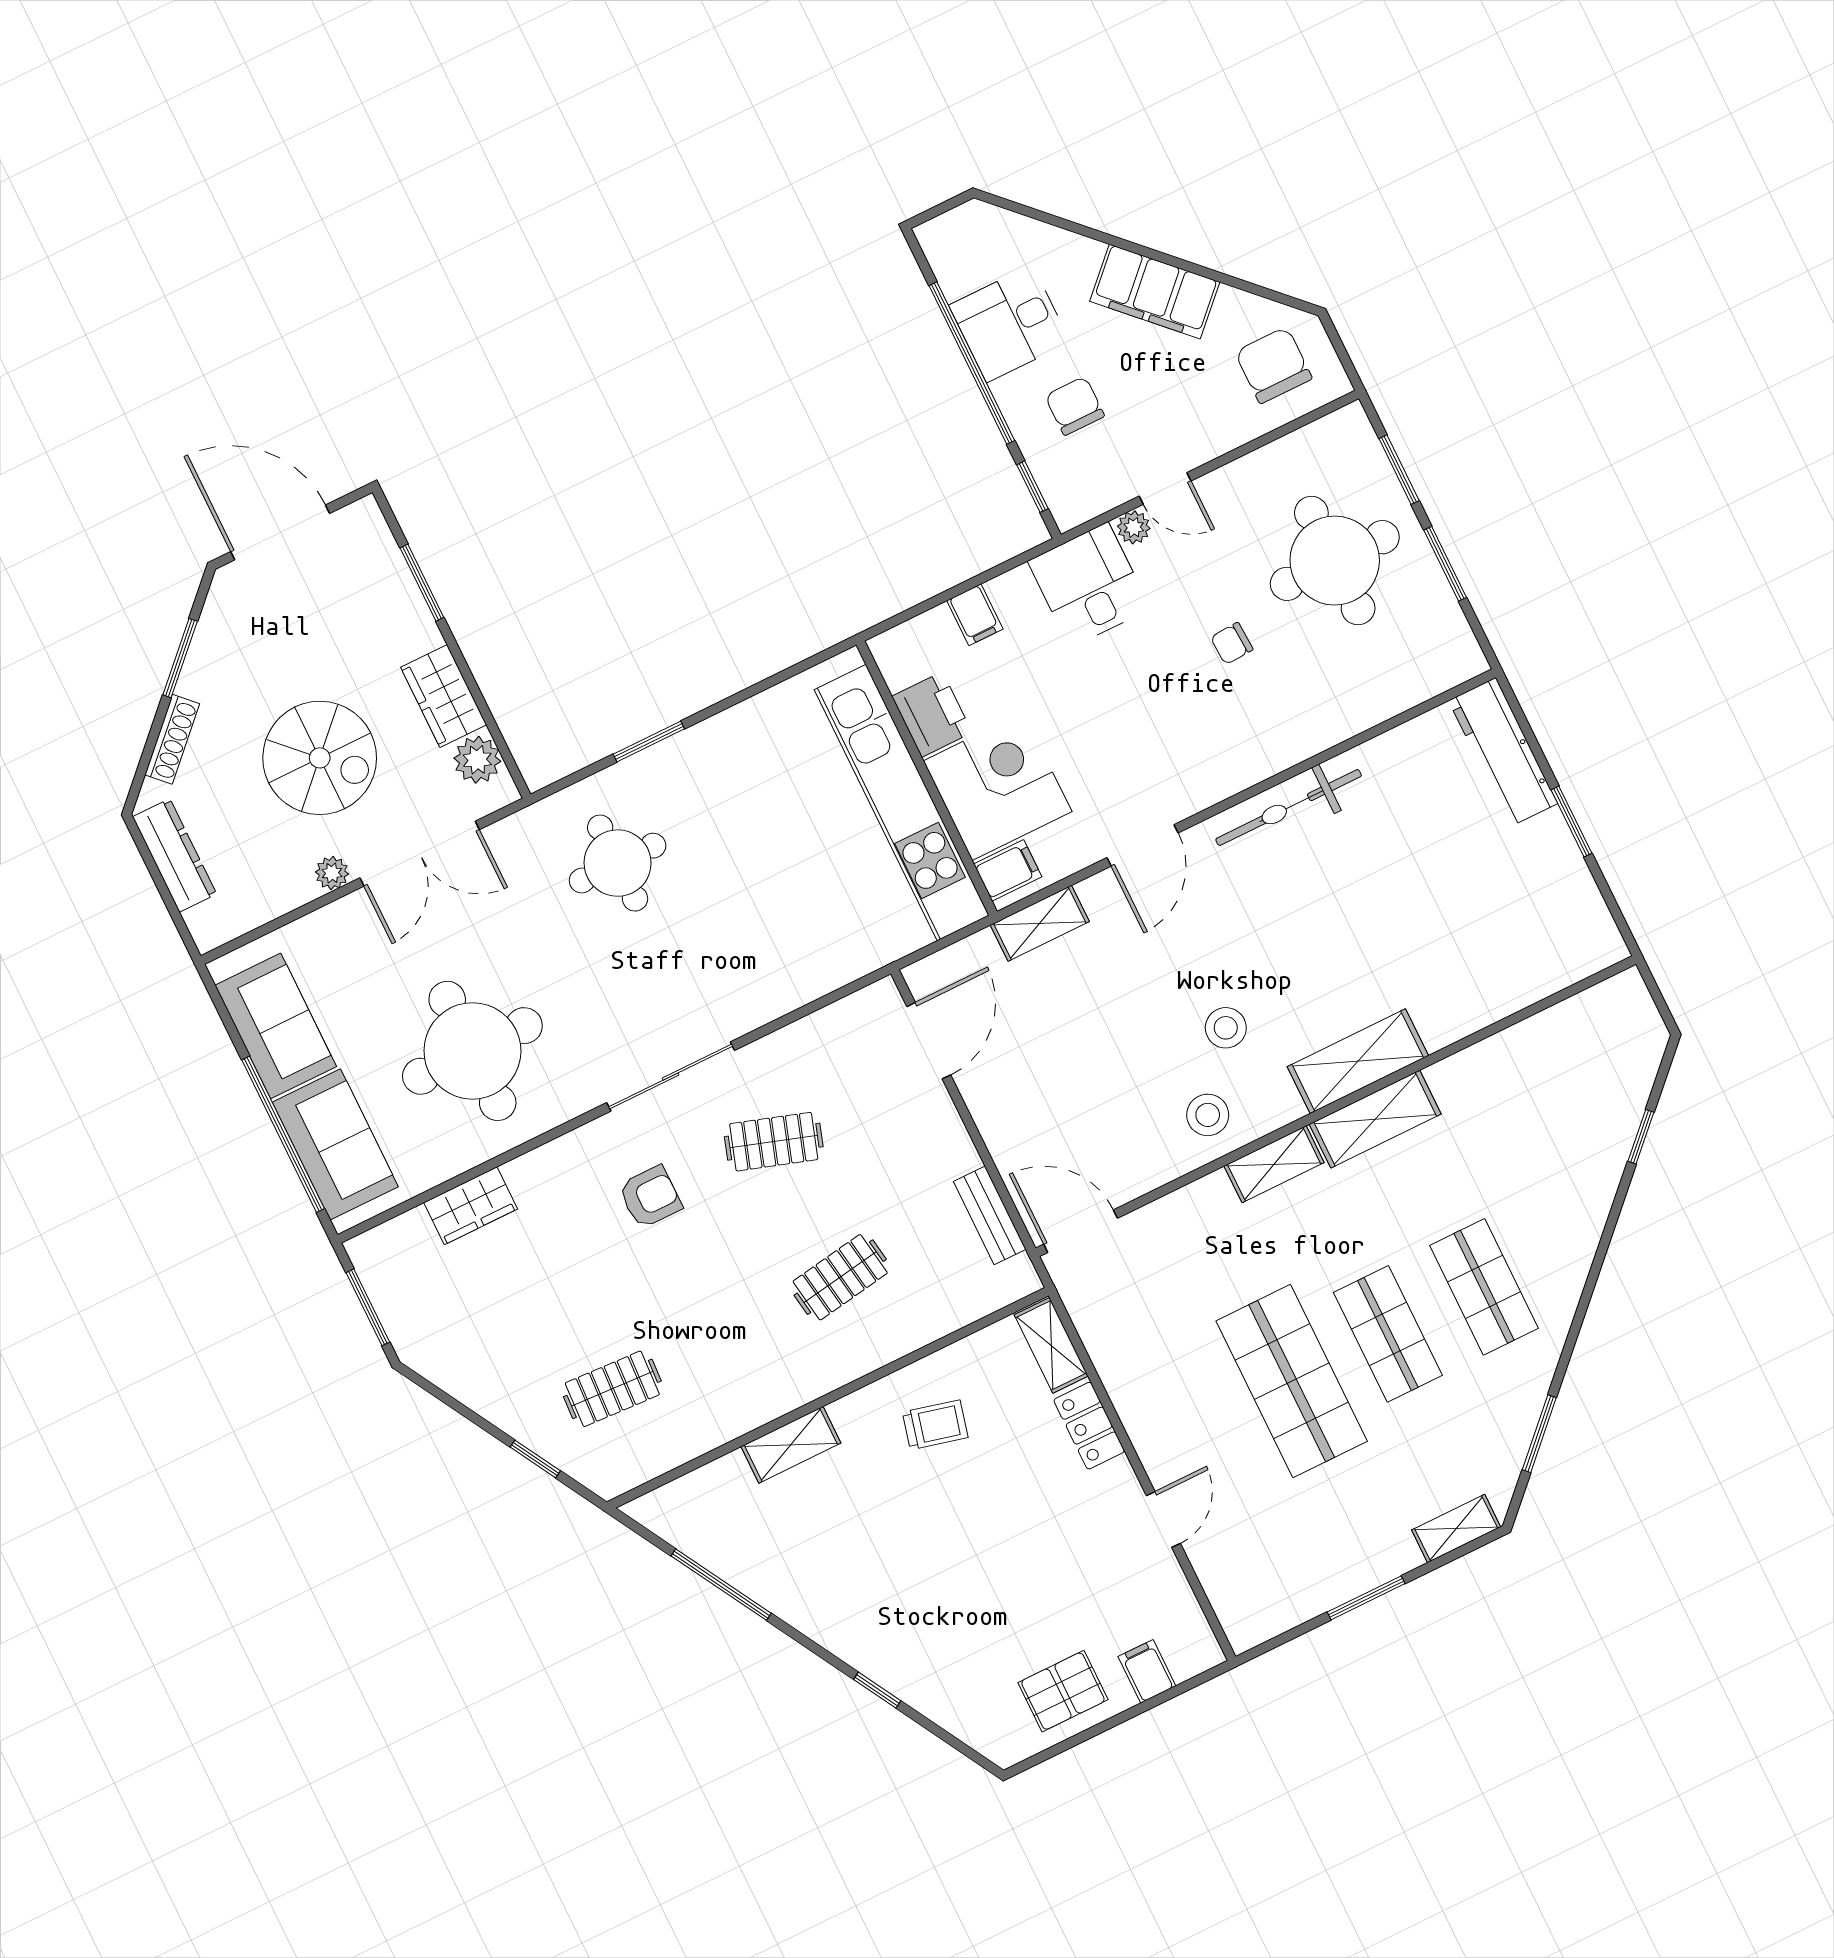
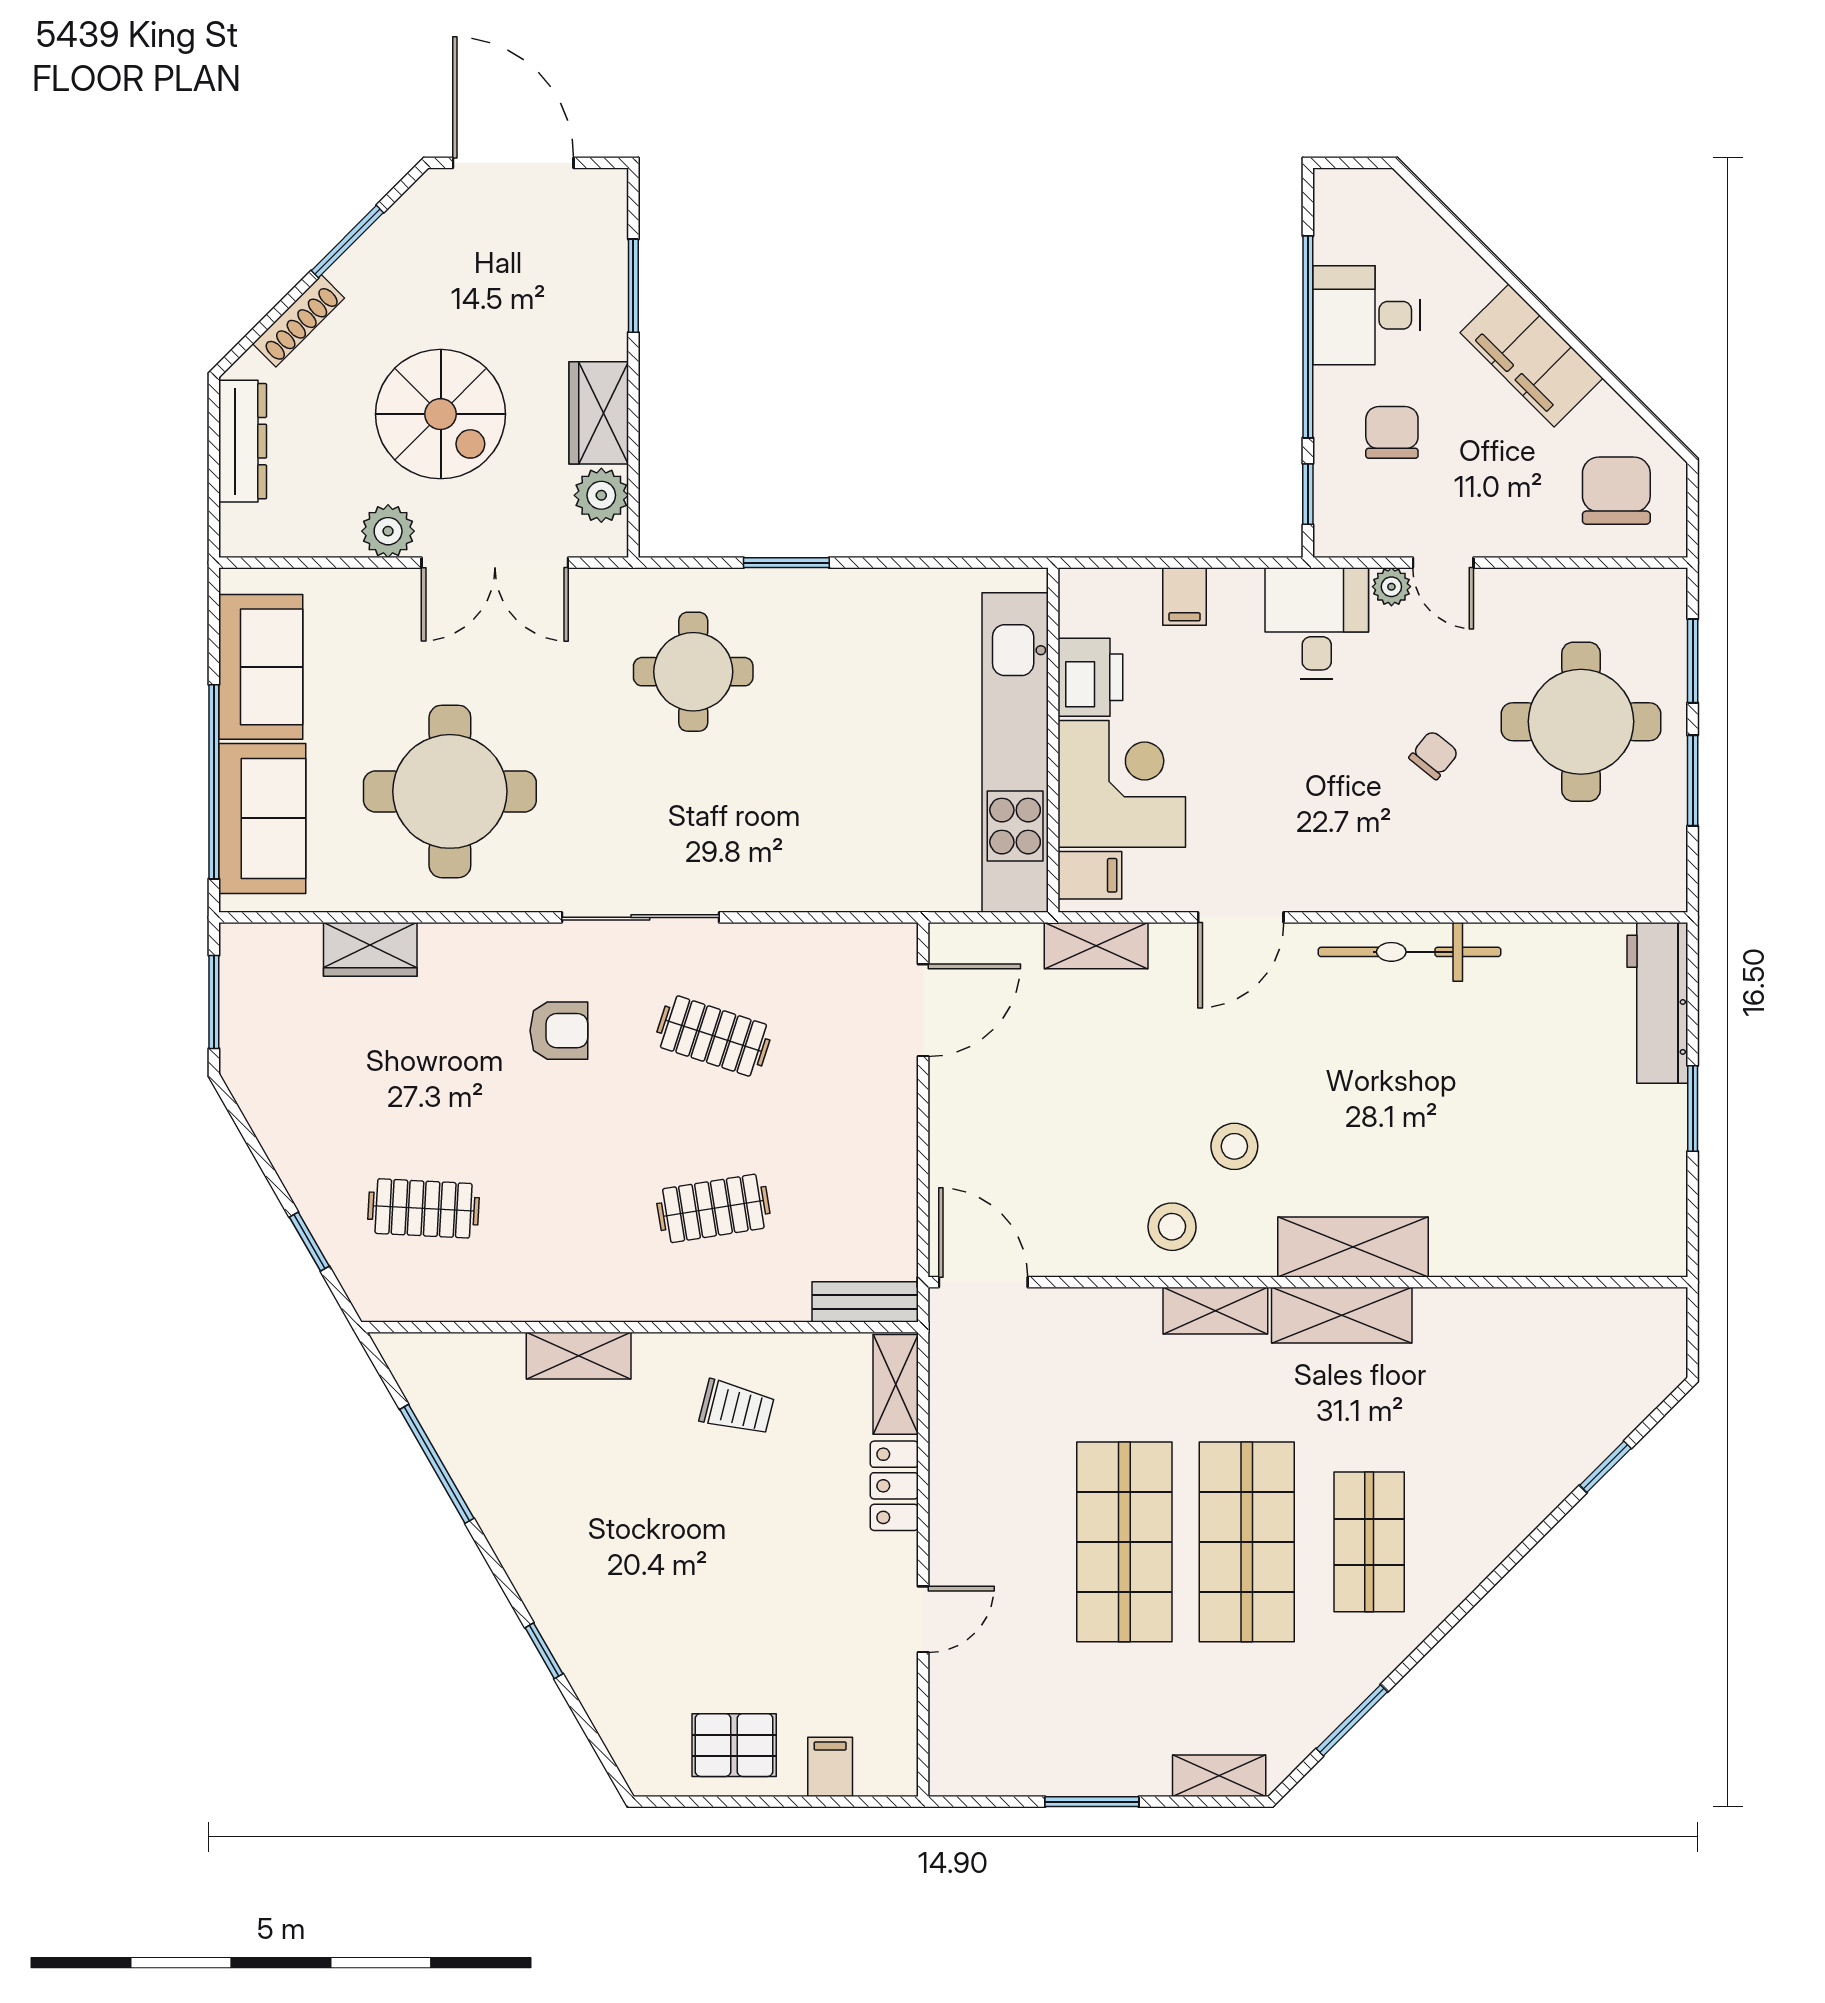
chair: (1232, 643) -> (1434, 755), turned 132
plant: (332, 873) -> (388, 531), width x1.38, depth x1.38
bench: (990, 1215) -> (865, 1302), moved, turned 90
shop shelf: (1388, 1334) -> (1247, 1542), width x1.43, depth x1.36

